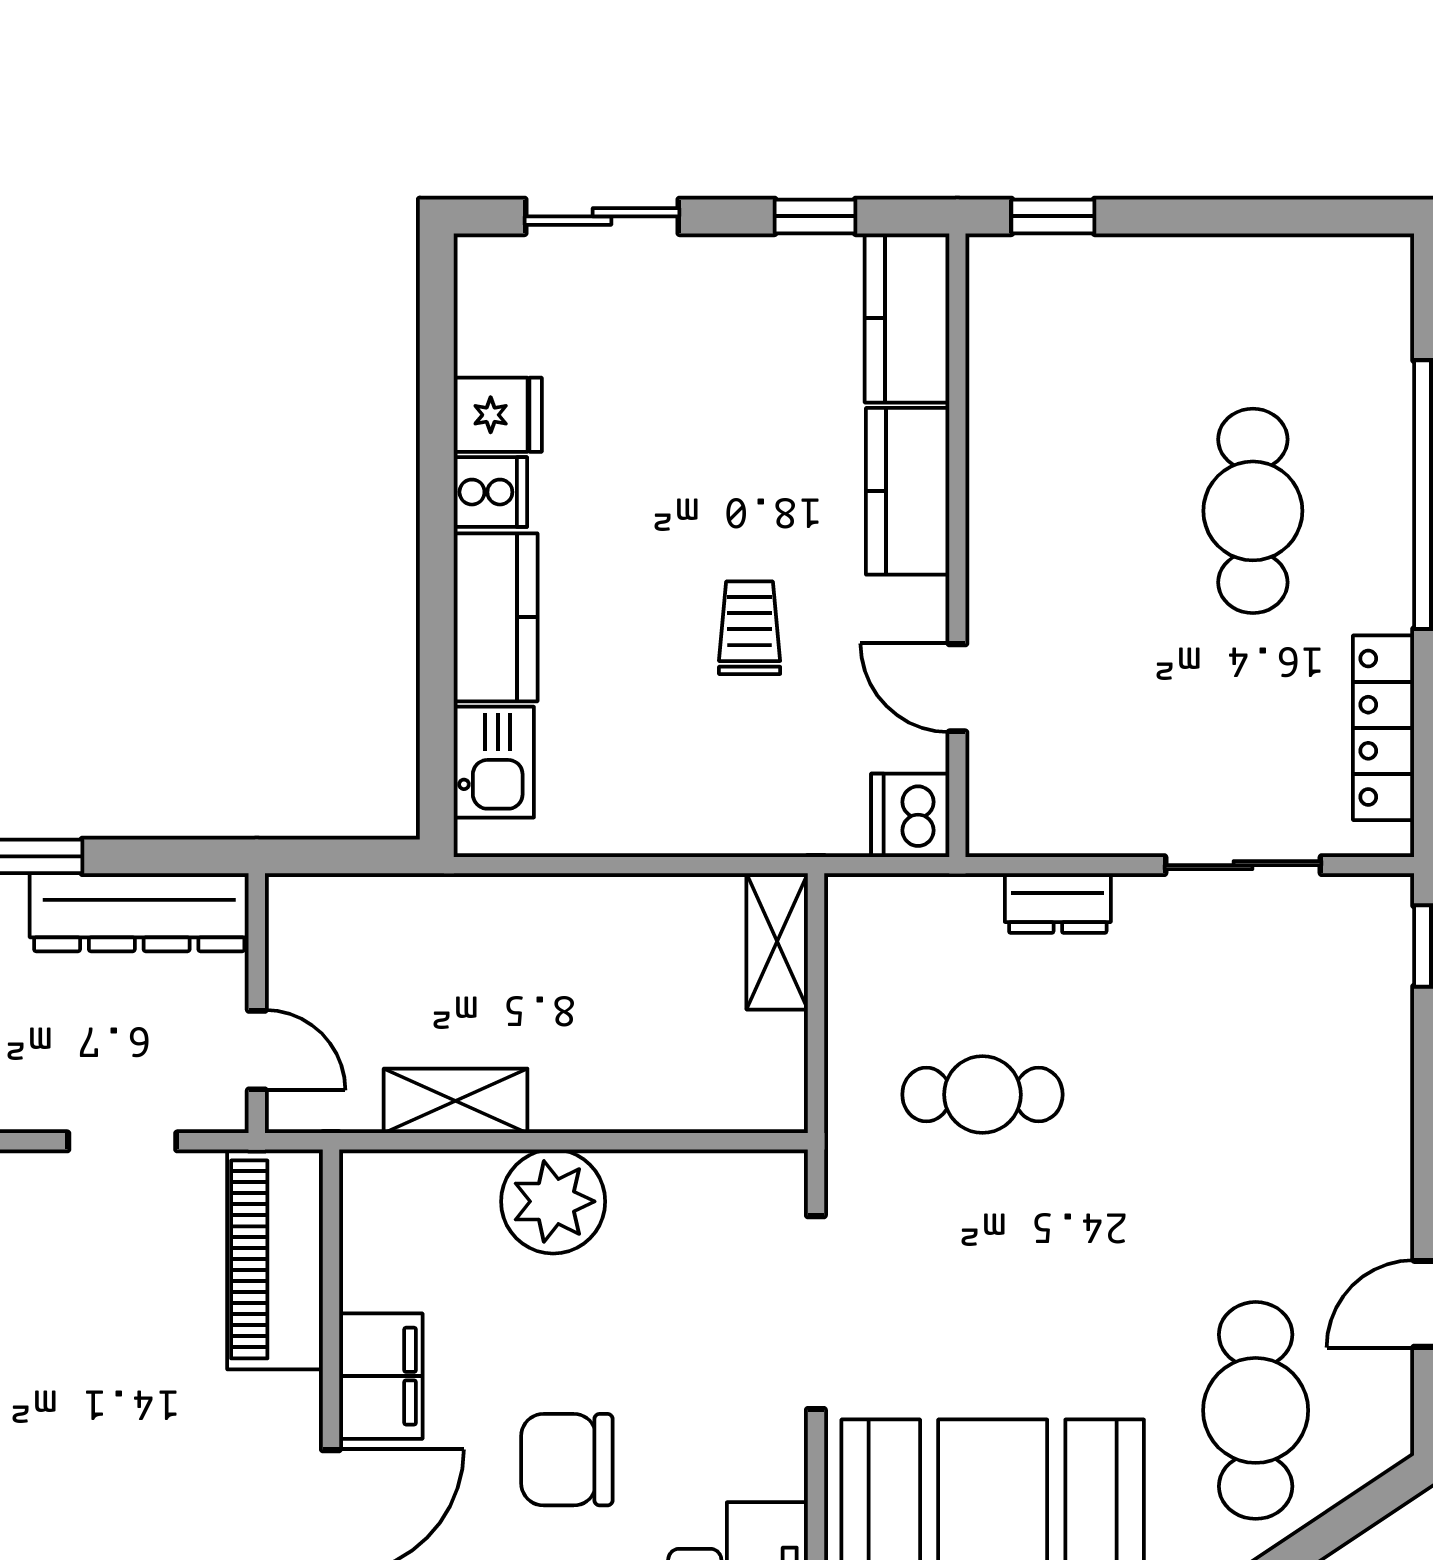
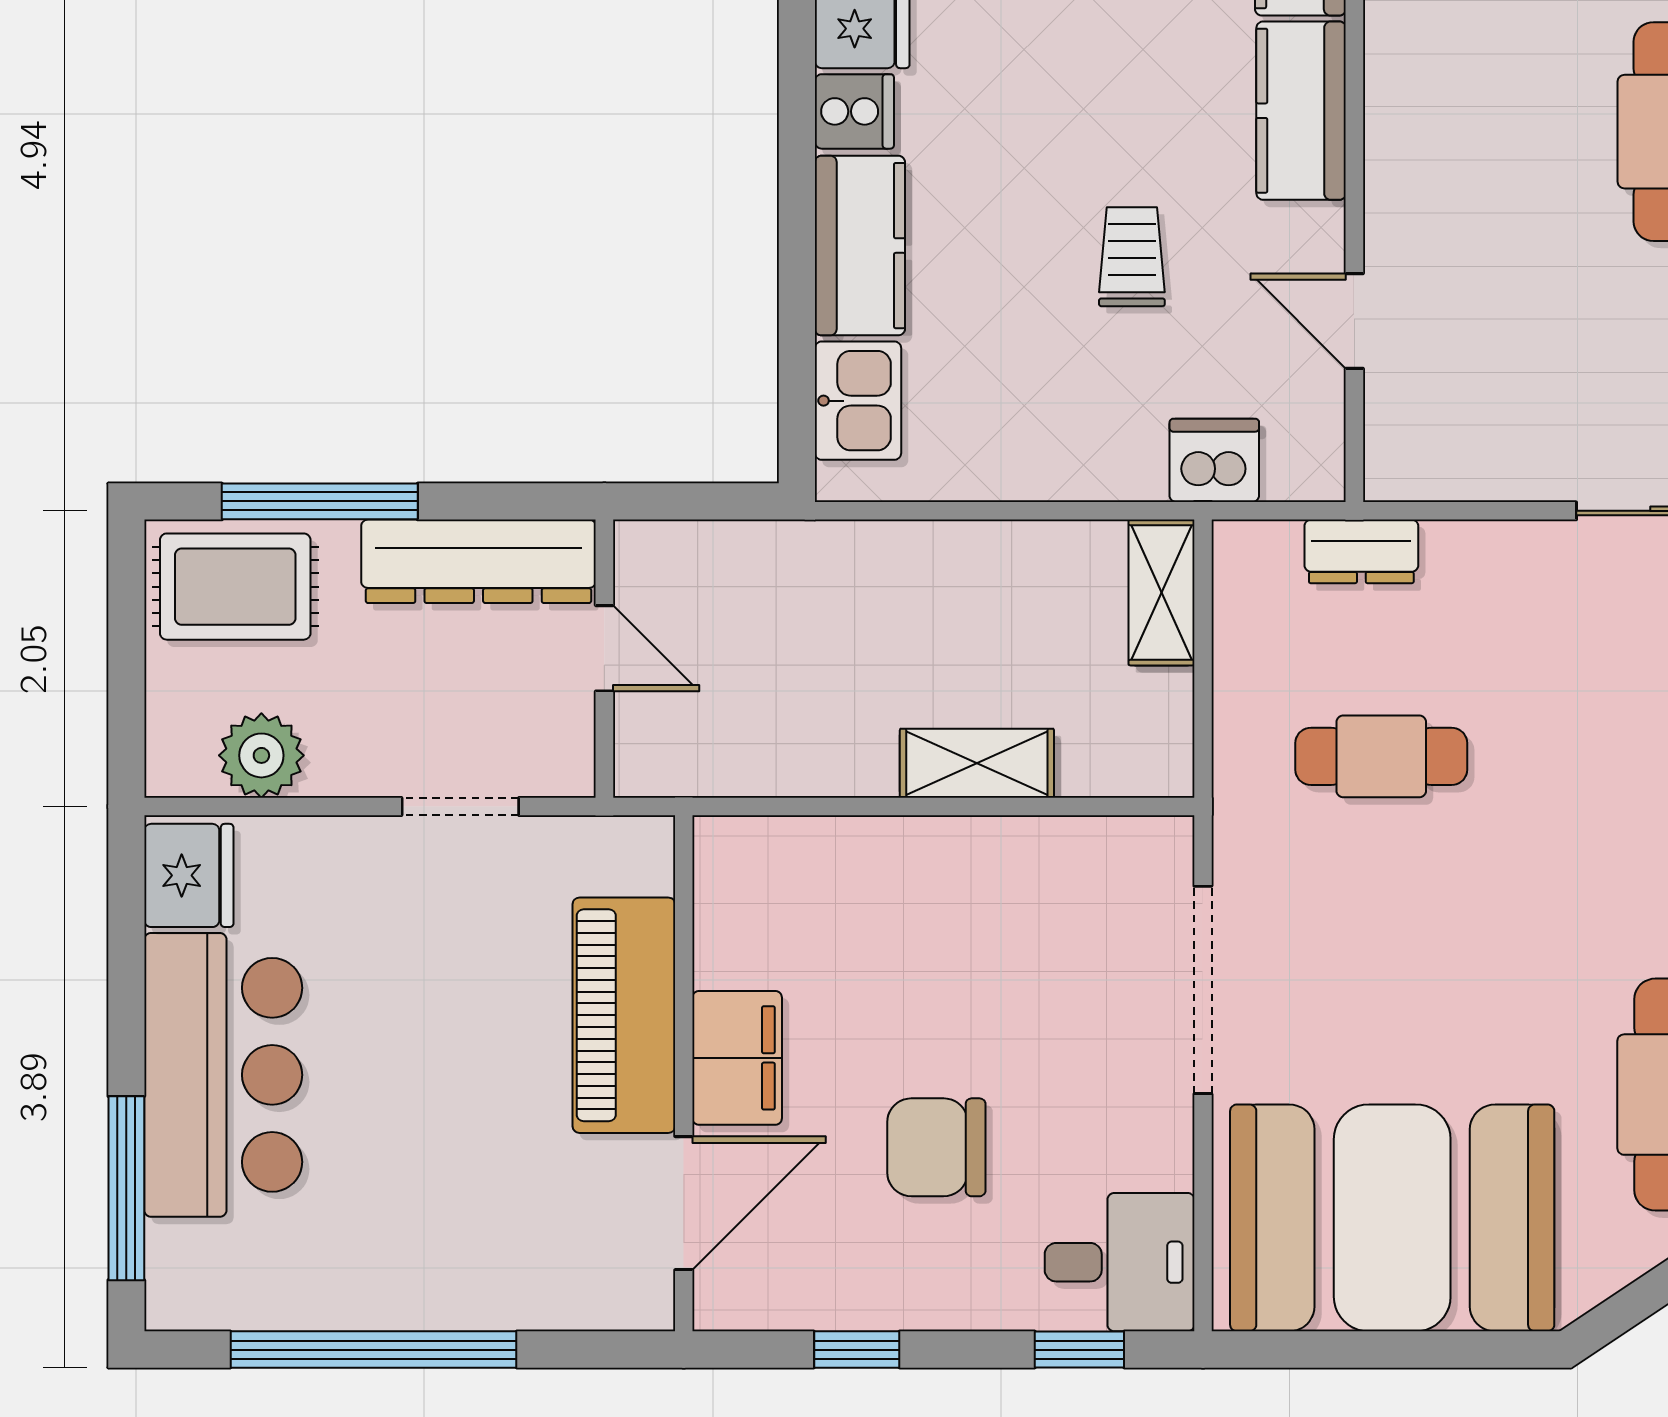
dishwasher: (910, 815) -> (1214, 460), moved, turned 90
dresser: (1058, 903) -> (1361, 551), moved
door: (257, 1050) -> (604, 648), moved
shelving: (456, 1101) -> (977, 763), moved
plant: (553, 1201) -> (922, 871), removed
piano: (275, 1259) -> (624, 1015), moved

